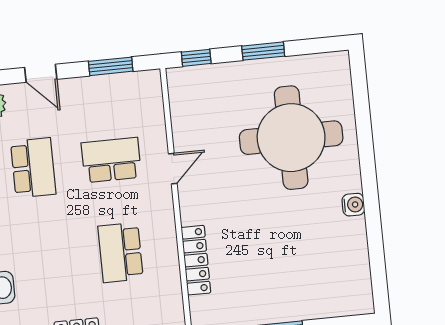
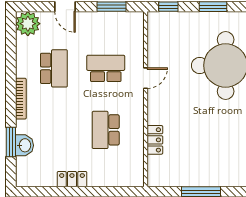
locker: (196, 260) -> (155, 140), width x0.66

